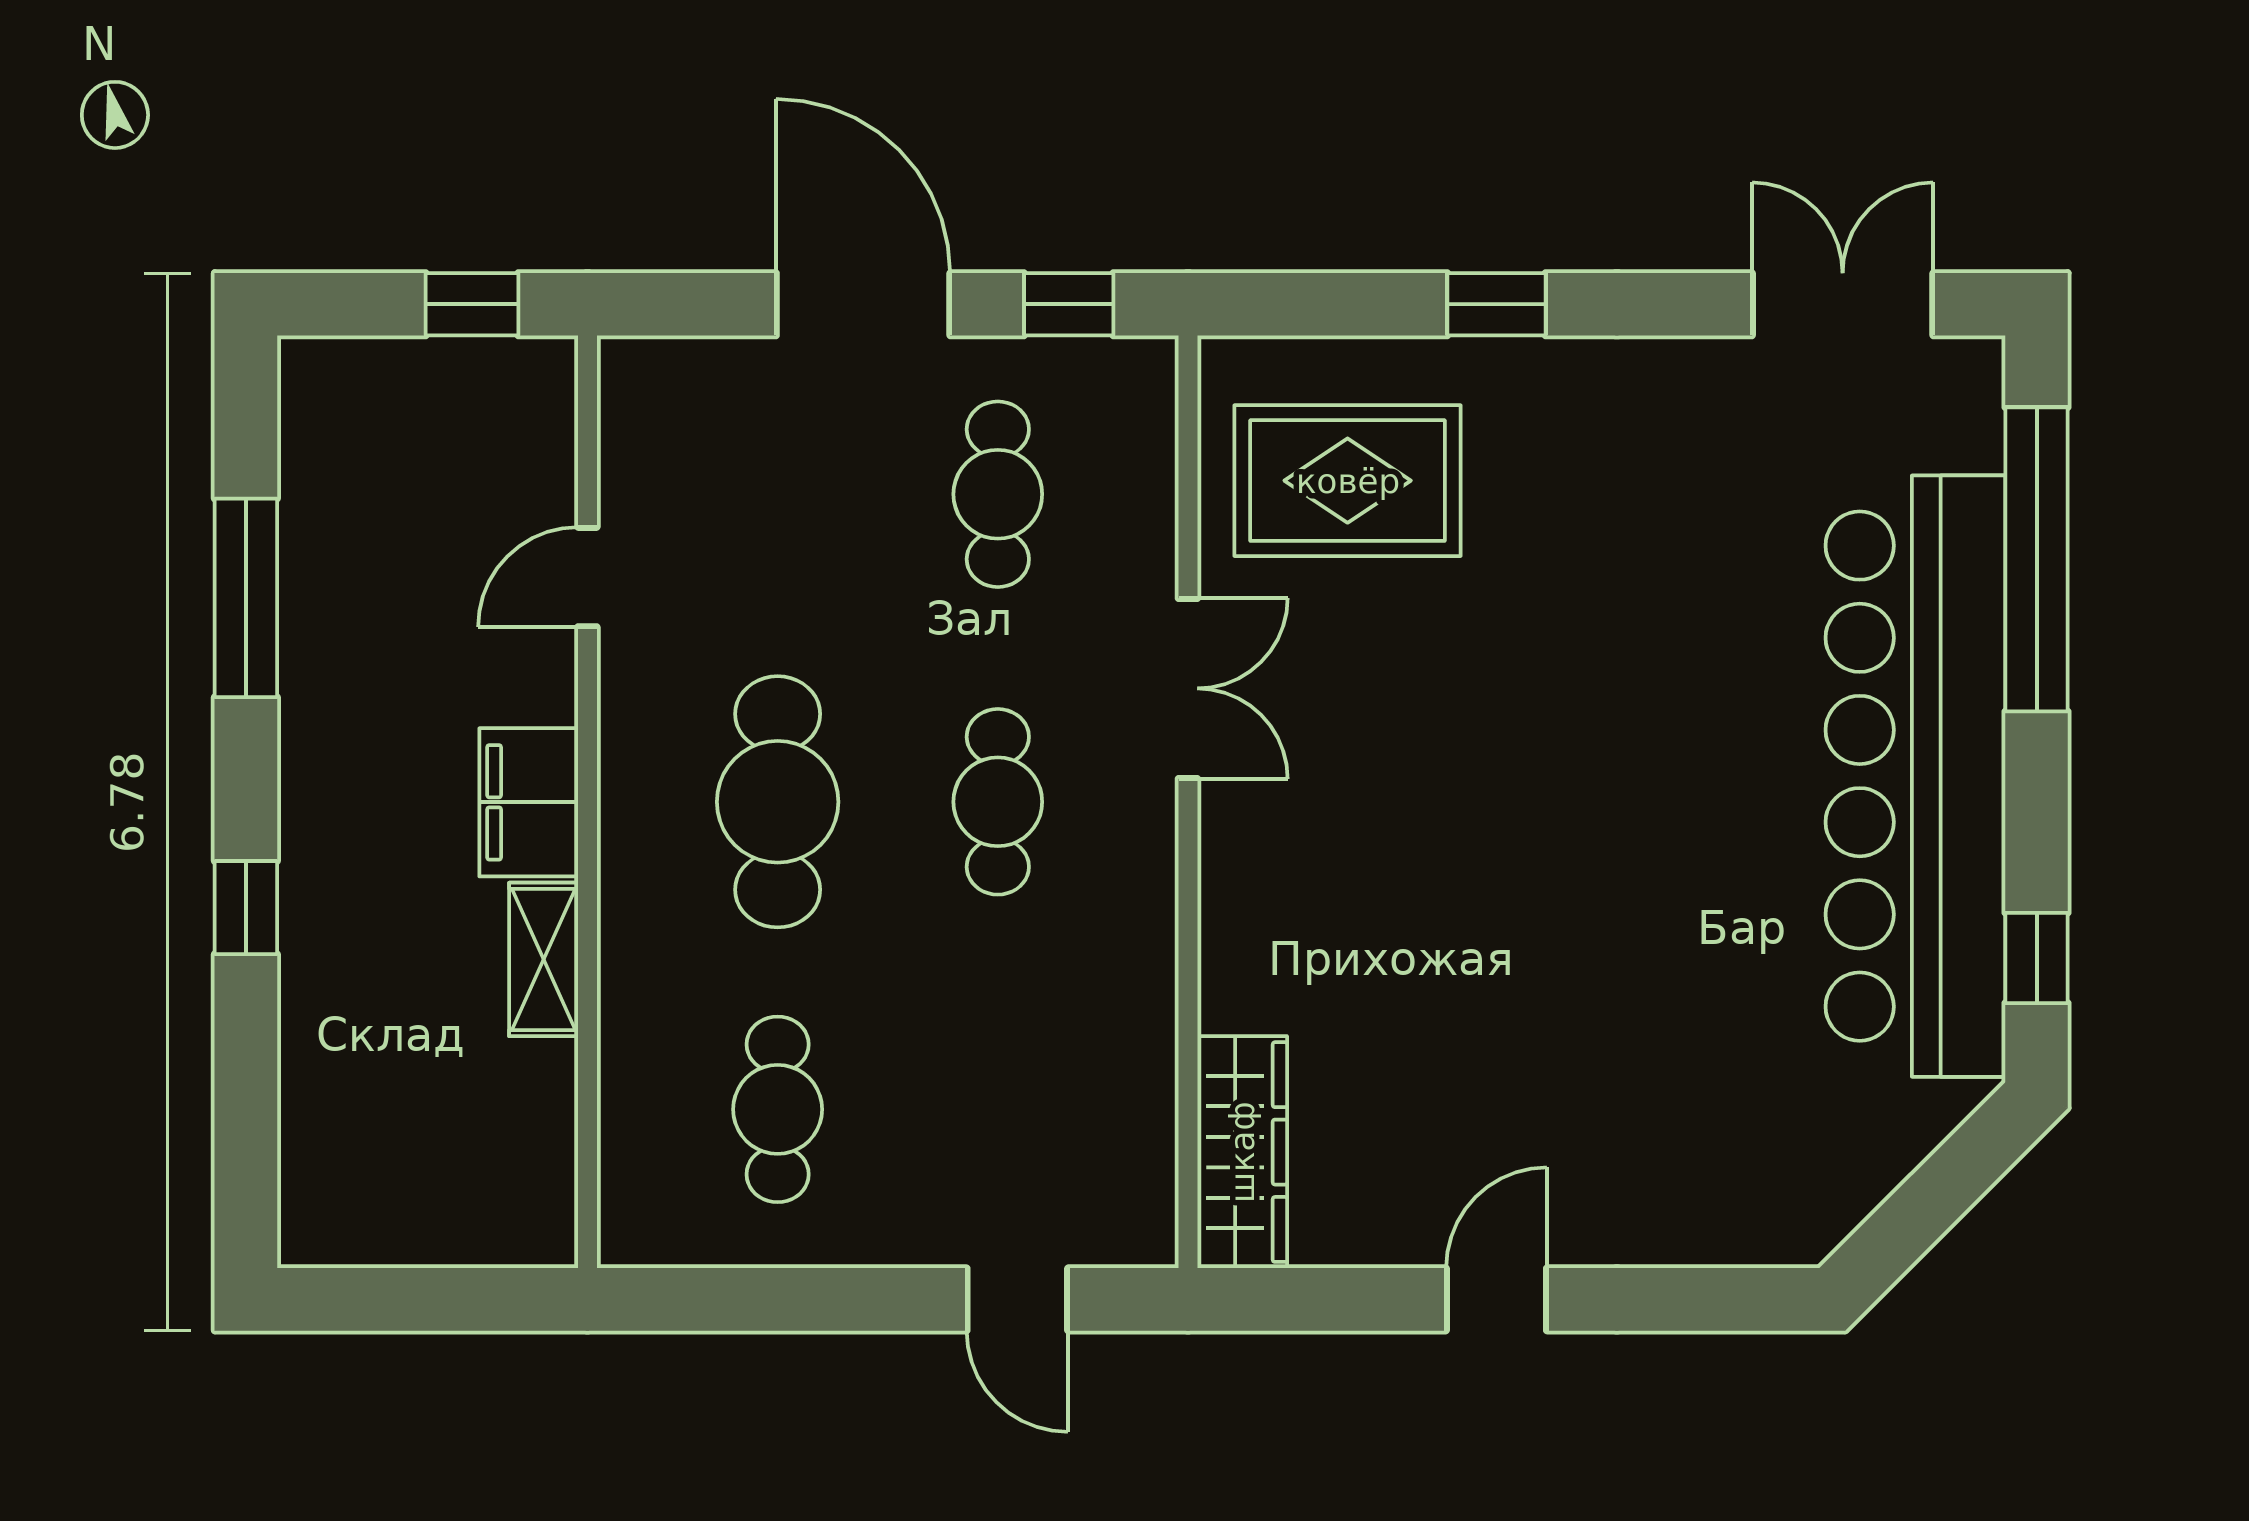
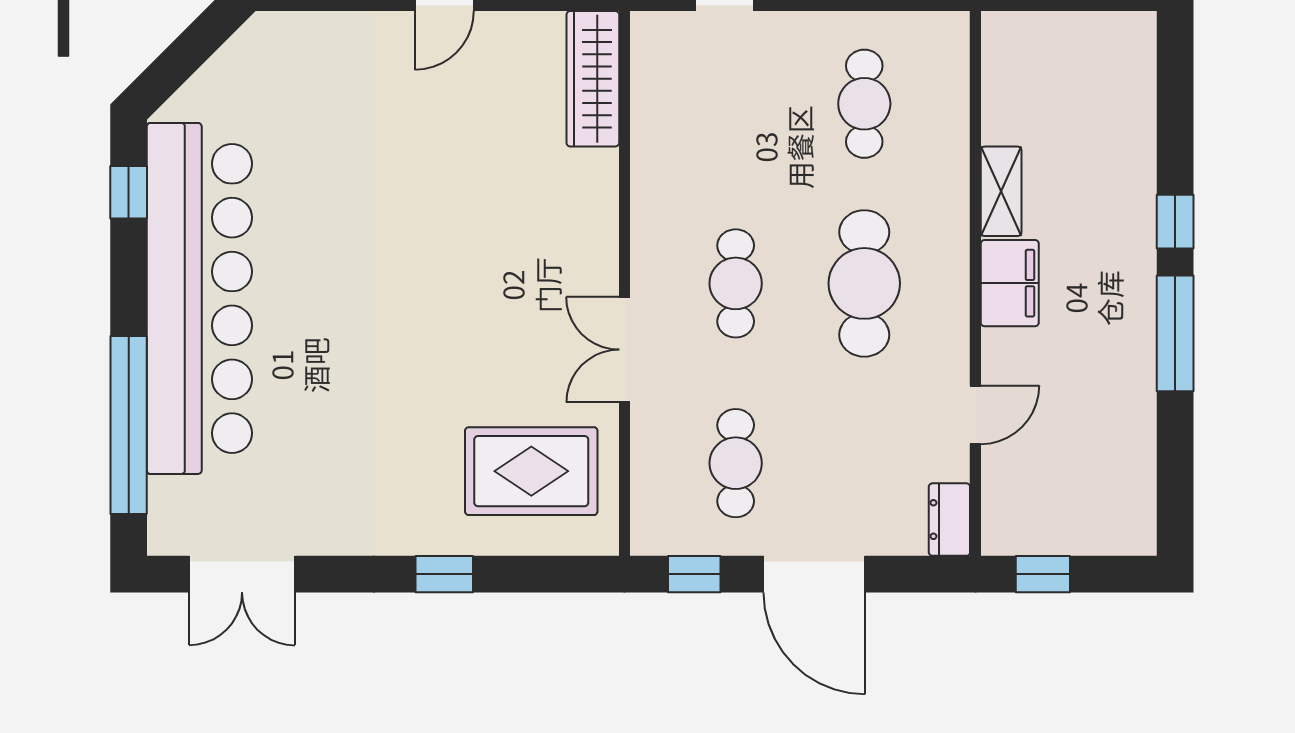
dresser: (632, 398) -> (949, 520), added
window: (246, 598) -> (1175, 333), moved

